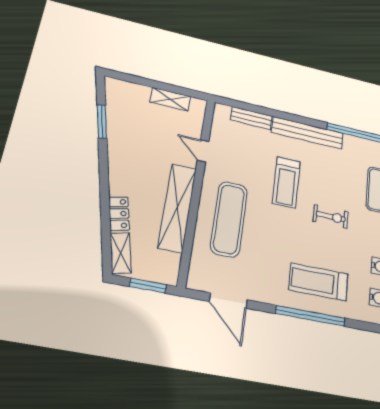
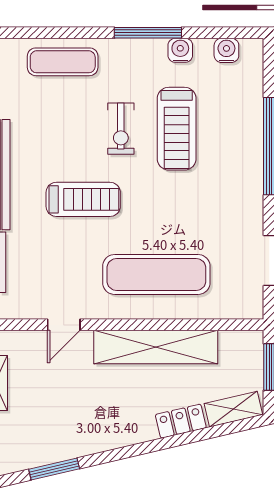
exercise bike: (331, 217) -> (121, 129), turned 180
treadmill: (318, 282) -> (177, 129), moved

